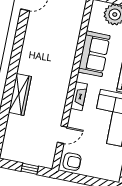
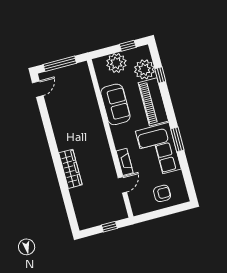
fireplace: (79, 96) -> (125, 162), moved
armchair: (72, 162) -> (162, 193), moved

